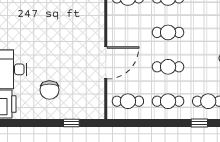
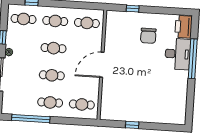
door: (106, 63) -> (102, 65), moved
chair: (49, 90) -> (148, 36), turned 180

